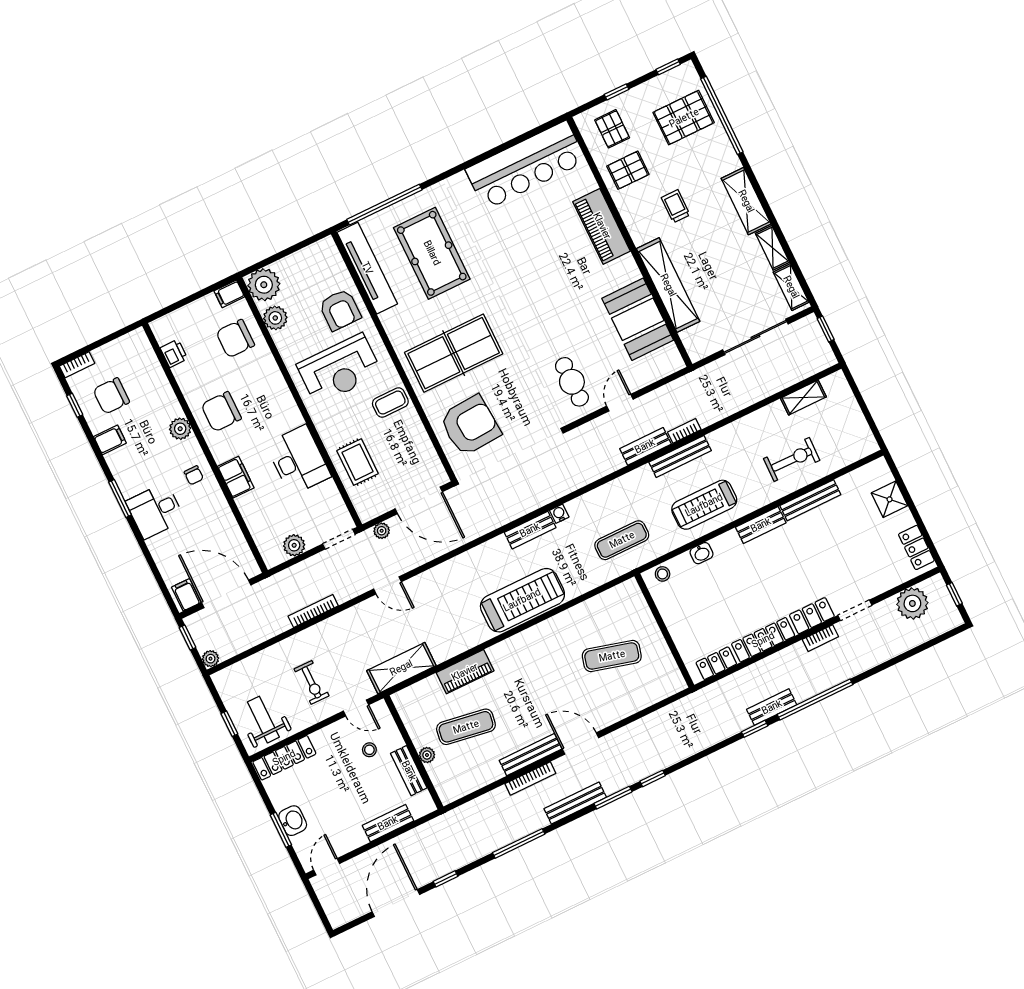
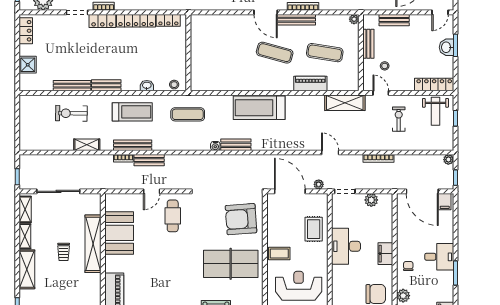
trolley: (676, 206) -> (64, 252), moved
shelving: (803, 397) -> (87, 145), moved
exercise mat: (612, 656) -> (275, 53), moved
plant: (427, 755) -> (354, 19), moved

